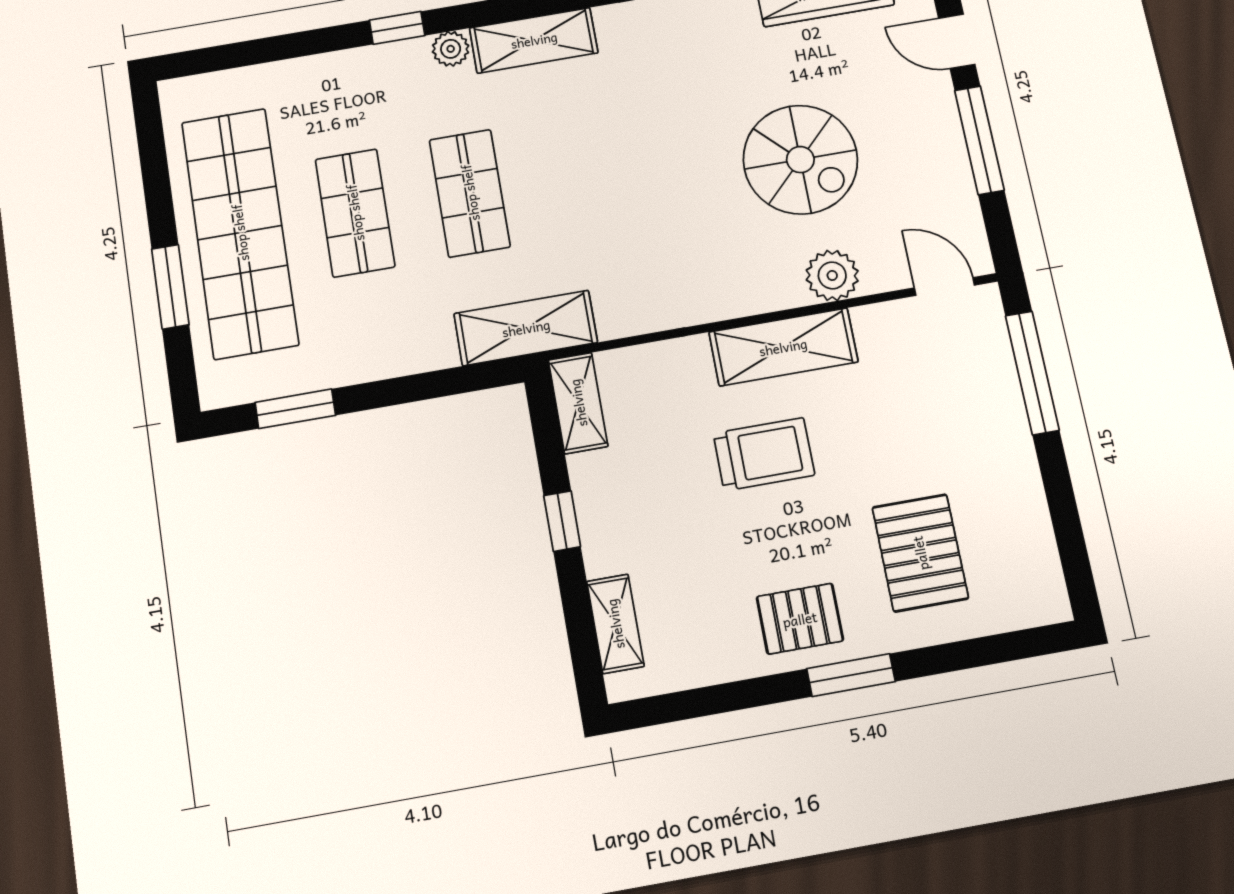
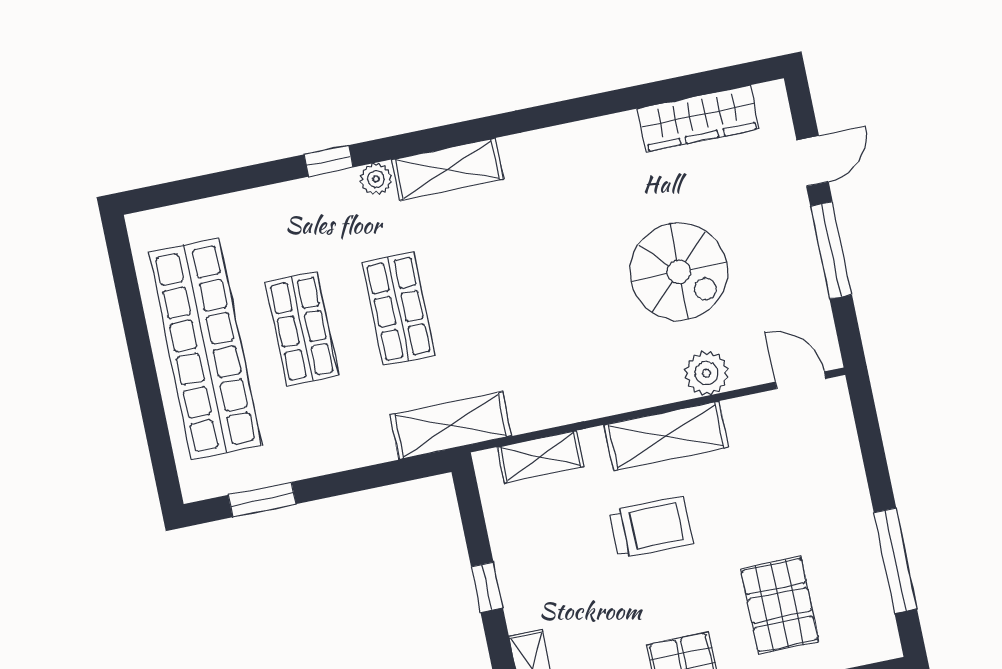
door: (957, 41) -> (813, 161), swing flipped
window: (170, 287) -> (150, 398), removed
window: (1032, 373) -> (895, 561), moved
shelving: (578, 403) -> (540, 457), moved, turned 90

